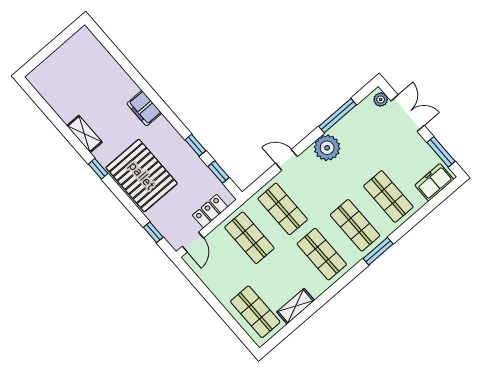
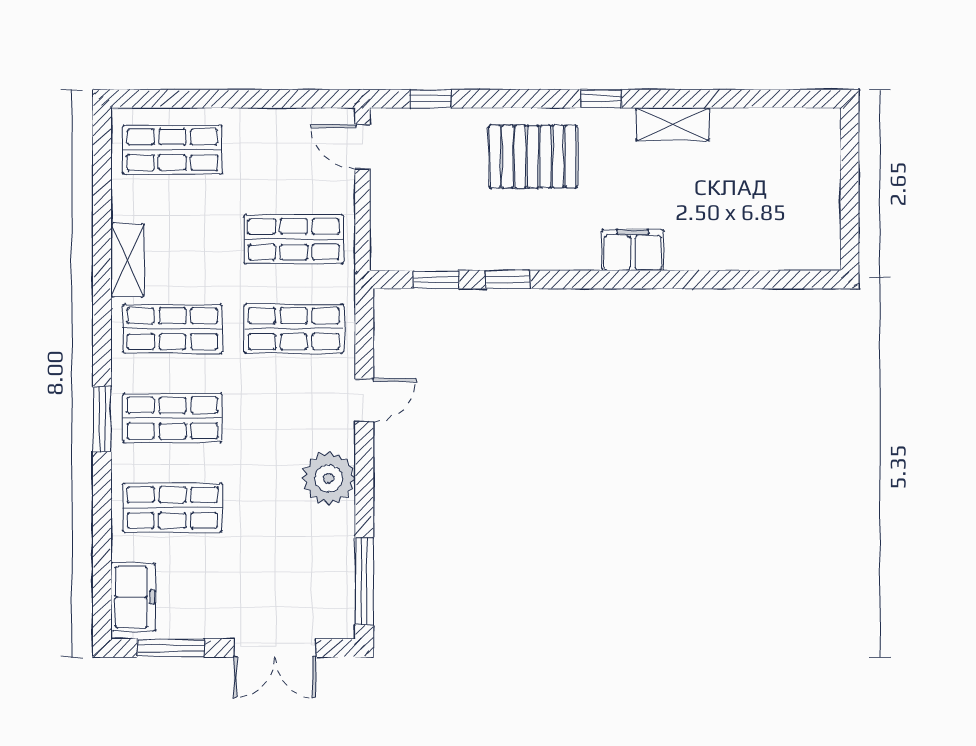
plant: (381, 100) -> (332, 625), removed
window: (338, 116) -> (364, 581), moved
pallet: (142, 175) -> (533, 157), width x0.73, depth x0.71
locker: (210, 211) -> (387, 214), removed
shelving: (296, 306) -> (127, 260), moved

